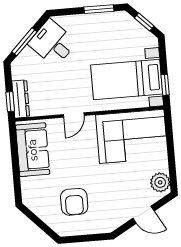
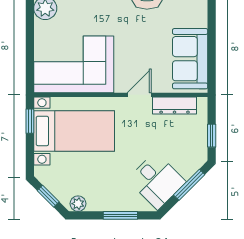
window: (99, 9) -> (120, 215), moved
plant: (118, 18) -> (78, 204), added
dresser: (21, 99) -> (175, 105), moved, turned -90
window: (10, 102) -> (212, 136), moved

